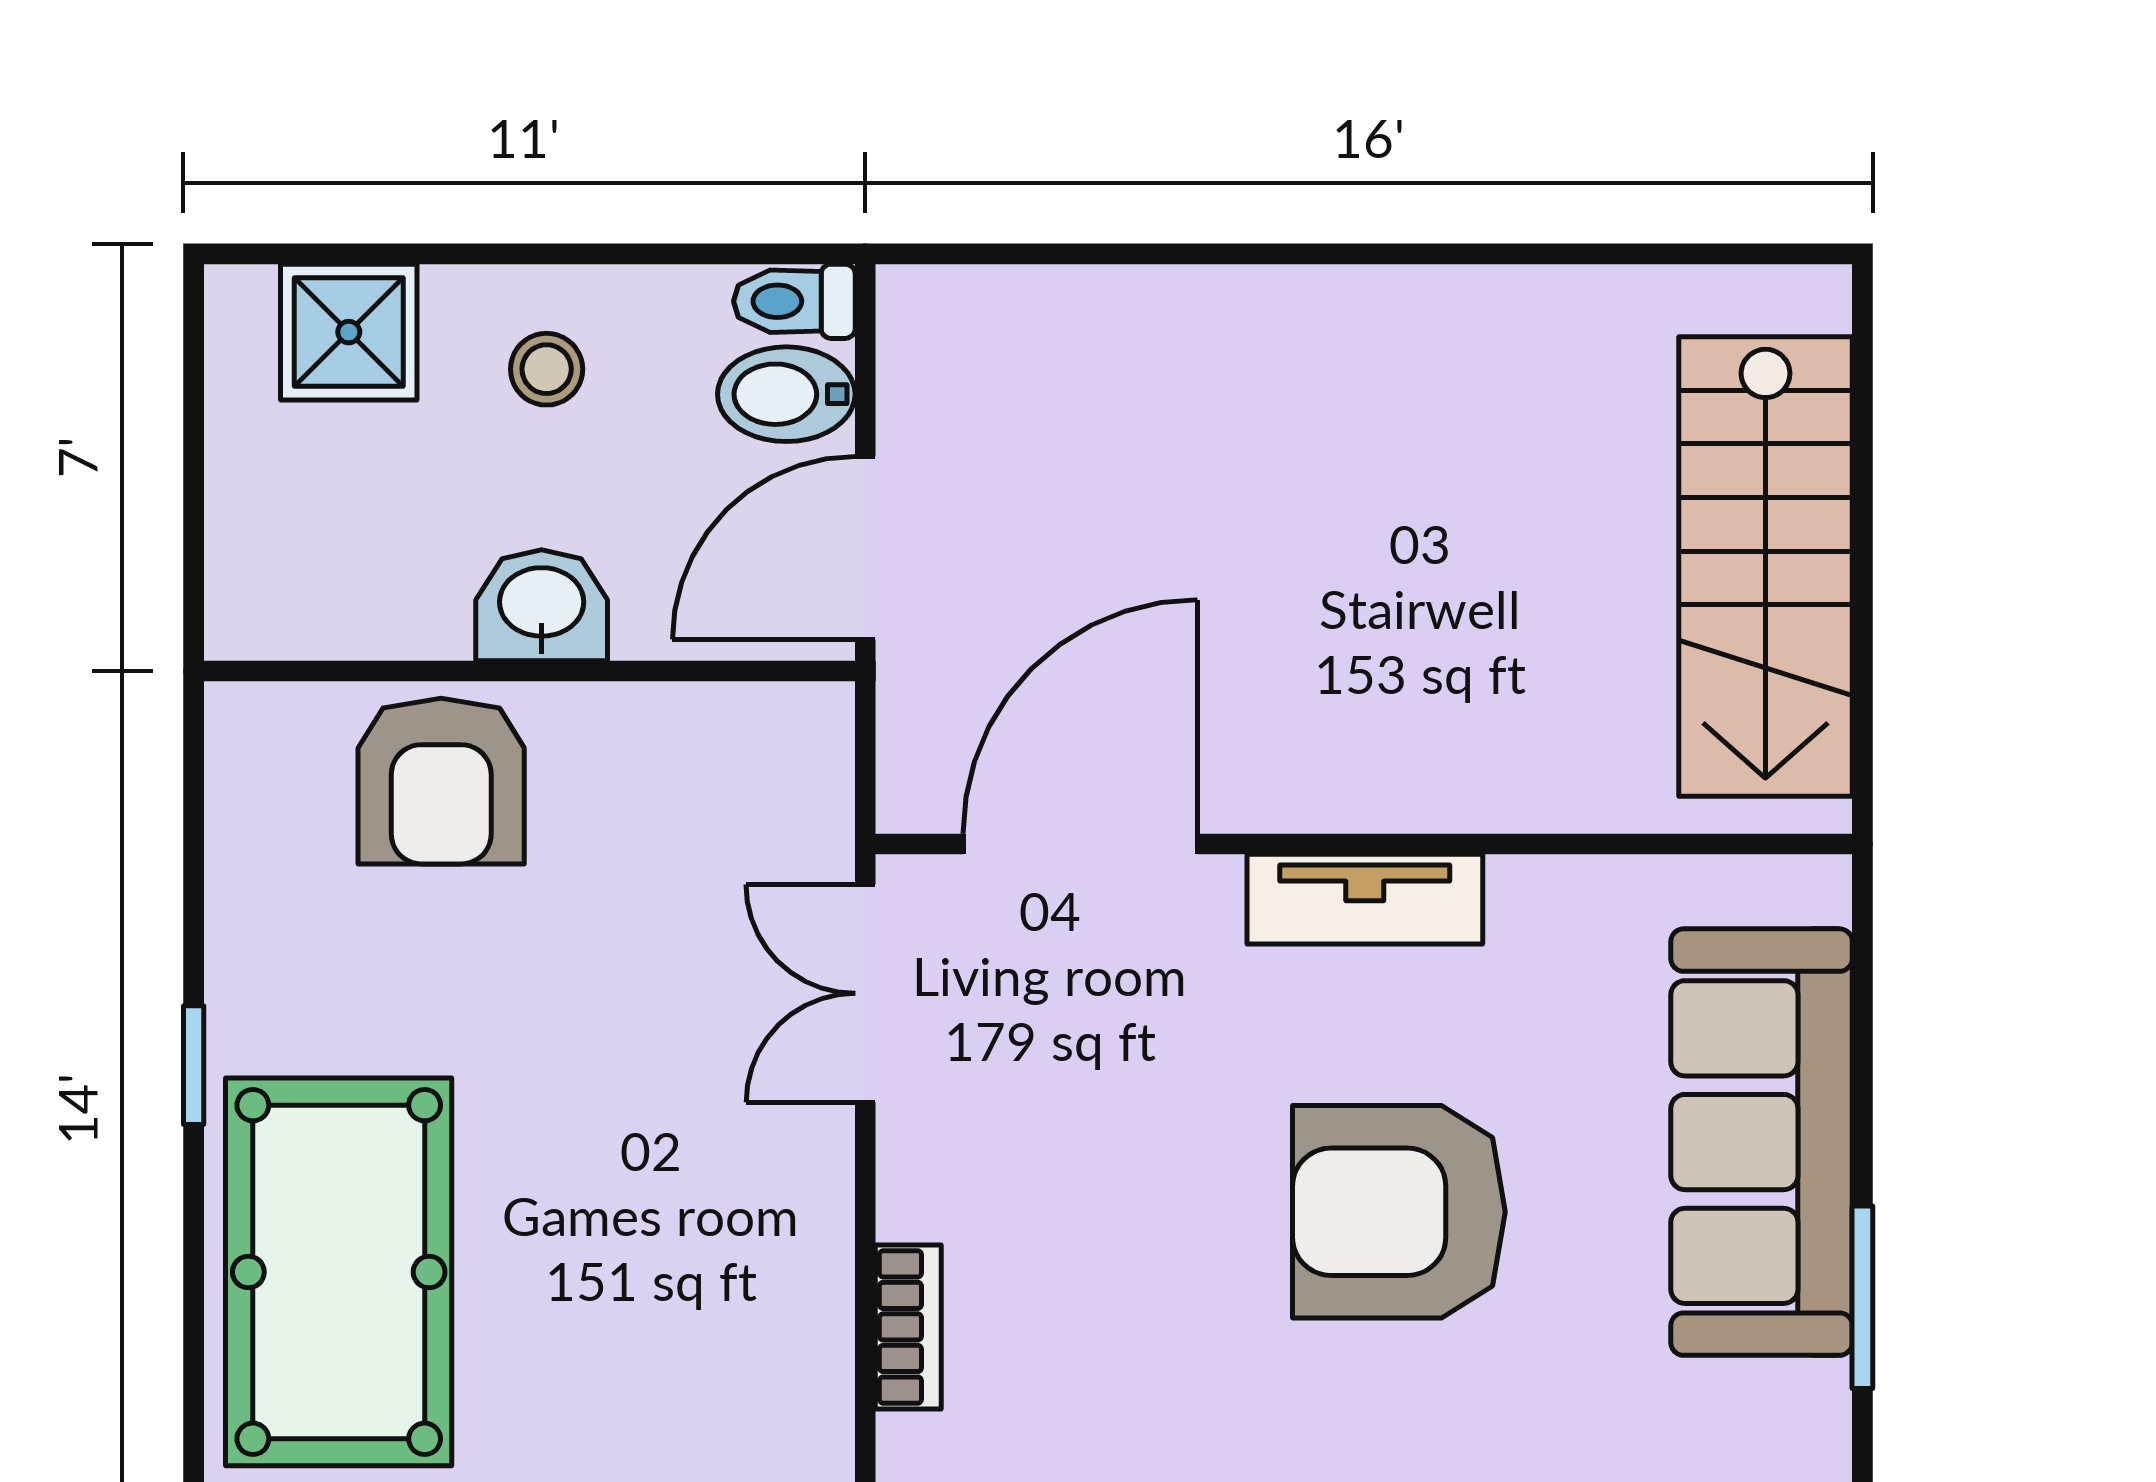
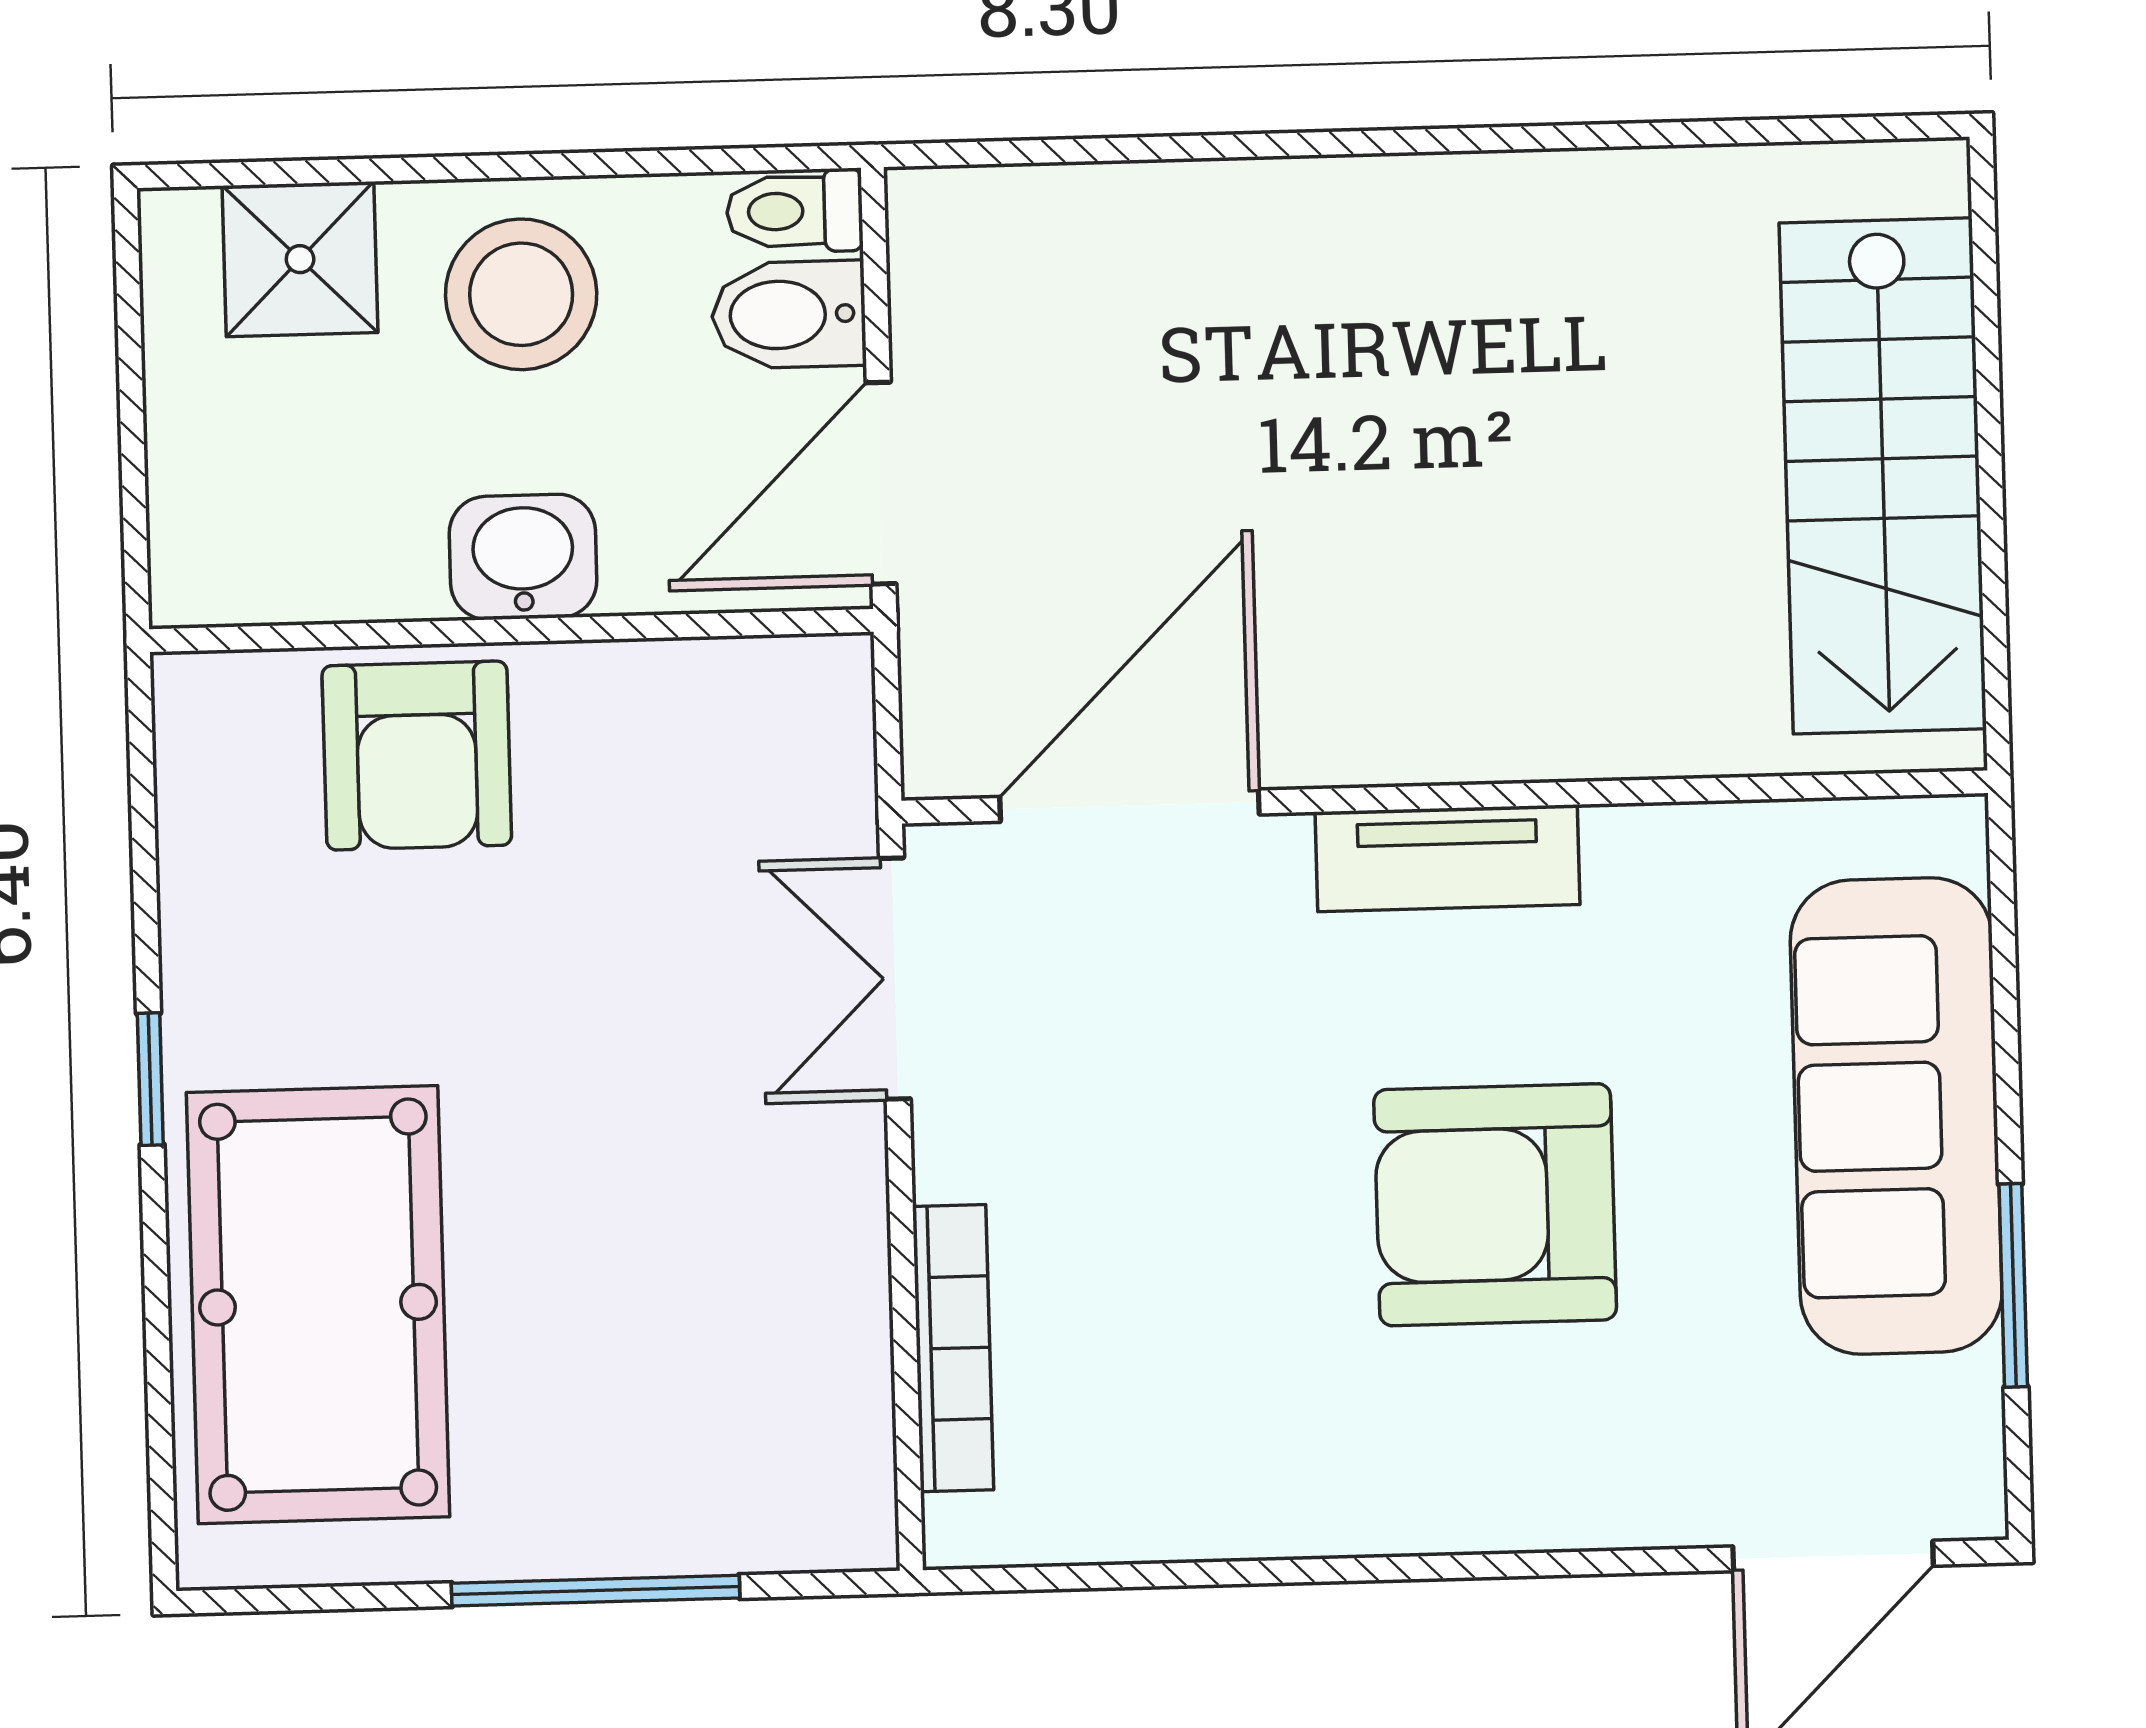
stool: (547, 369) -> (521, 294), width x1.89, depth x1.89
bookcase: (908, 1327) -> (953, 1348), width x1.56

